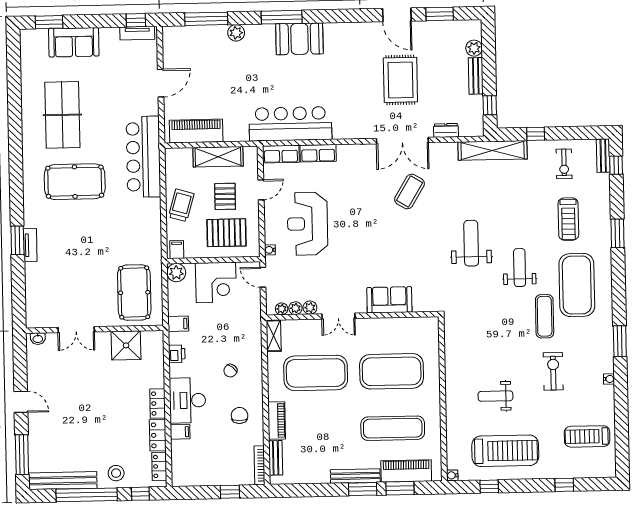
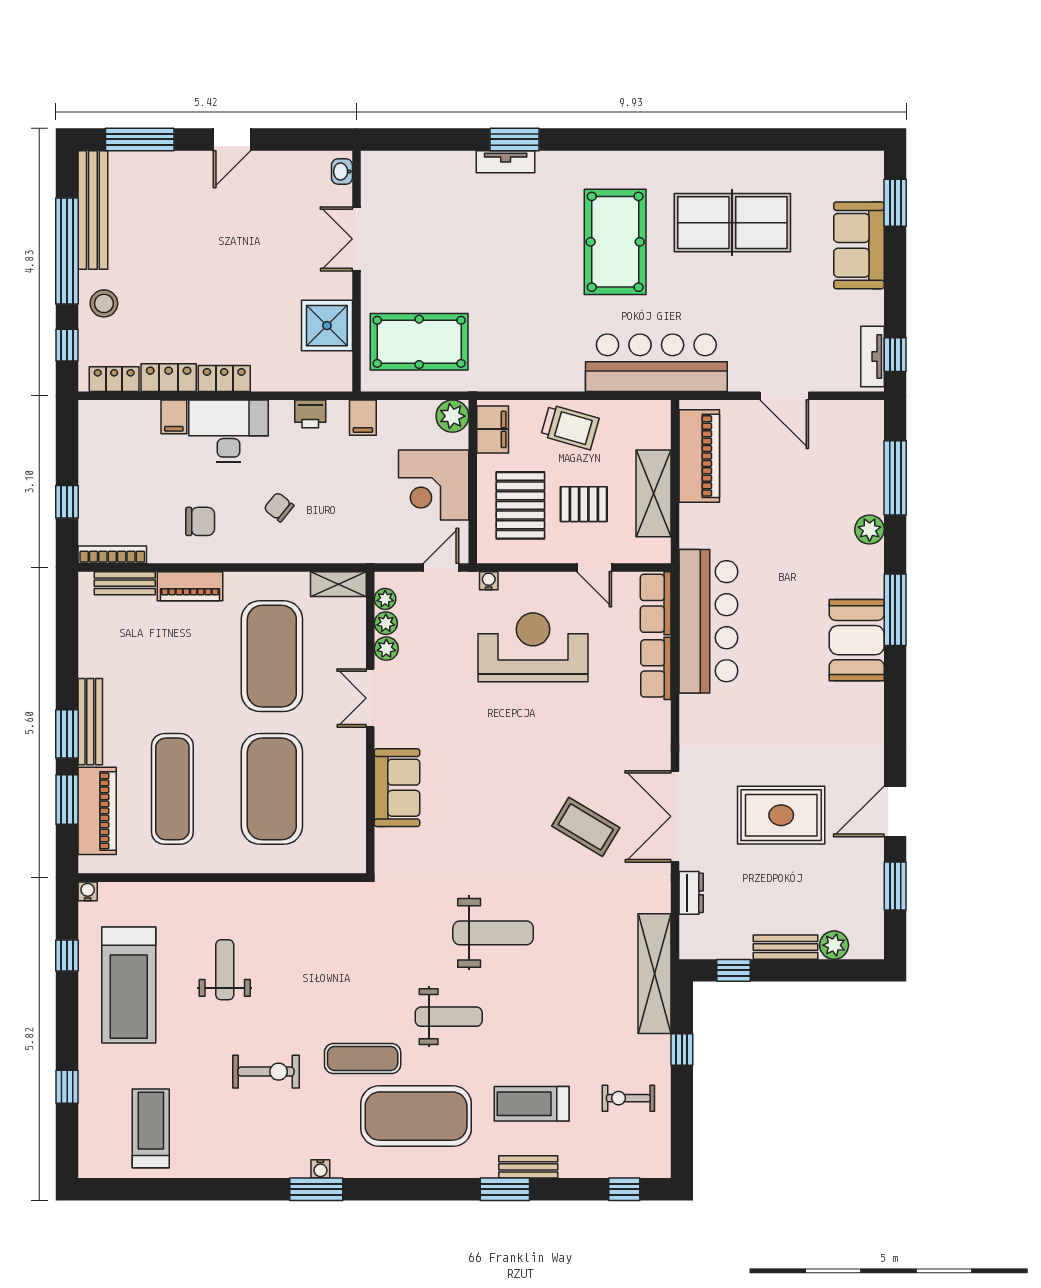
bench: (603, 156) -> (528, 1167), moved
filing cabinet: (177, 250) -> (493, 429), width x2.00
water cooler: (609, 379) -> (320, 1169), moved

